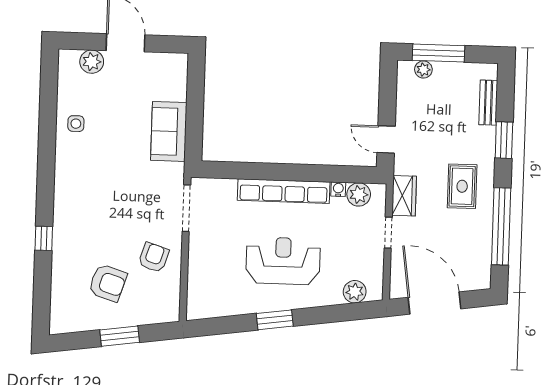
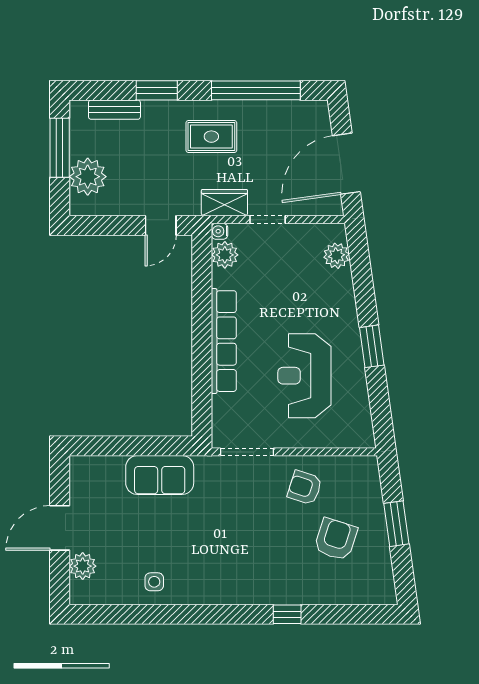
window: (439, 53) -> (60, 148), moved
plant: (423, 70) -> (88, 177), width x1.88, depth x1.88
water cooler: (338, 189) -> (219, 231), moved
reception desk: (283, 261) -> (304, 376), moved

